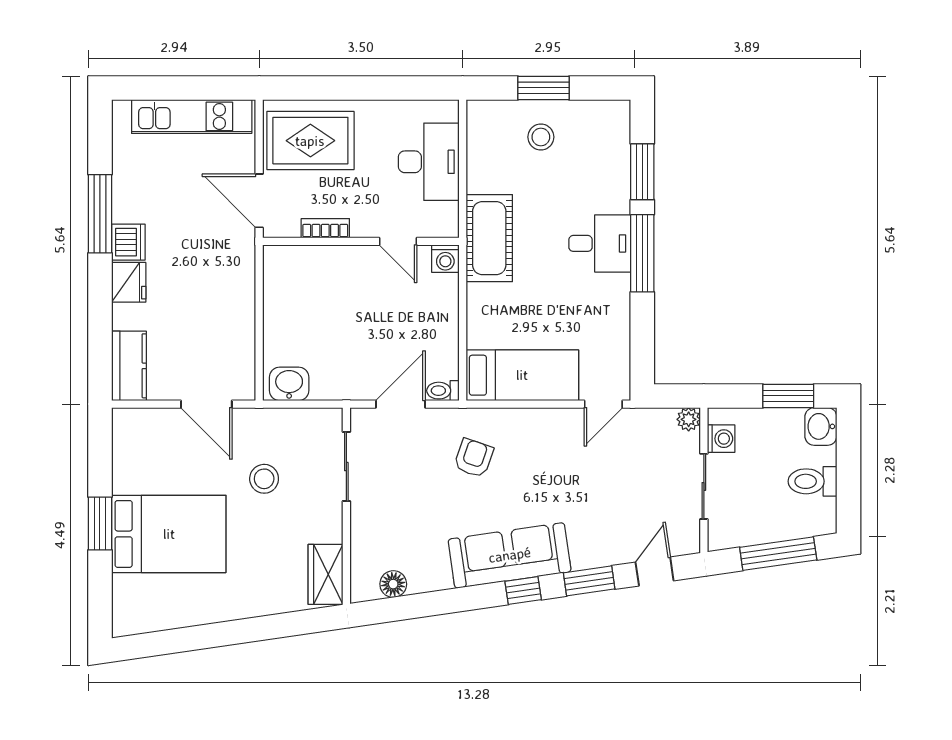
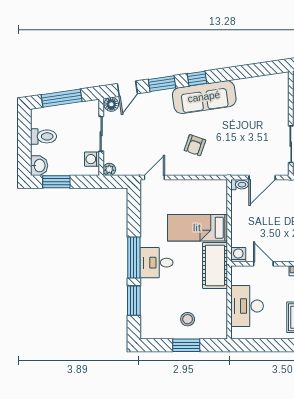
bed: (522, 375) -> (197, 228), moved
armchair: (474, 458) -> (195, 145), moved
floor lamp: (393, 584) -> (111, 104), moved

